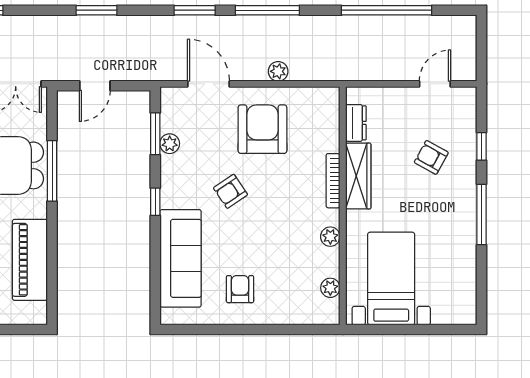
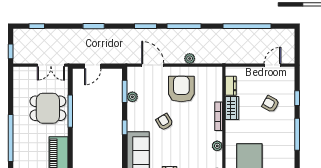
wardrobe: (358, 176) -> (232, 108), width x0.67
armchair: (230, 191) -> (164, 122), turned 93

